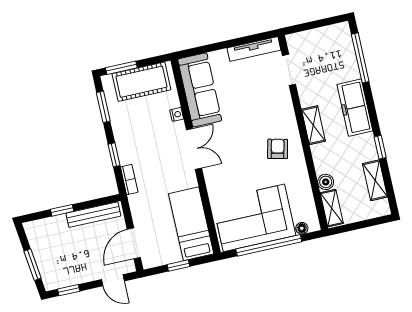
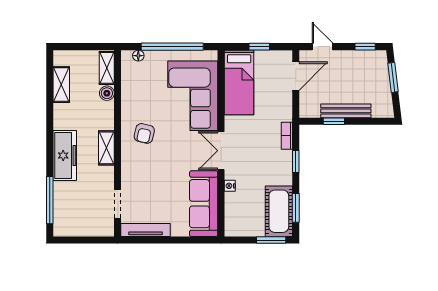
cot: (141, 82) -> (279, 211), moved, turned 90
window: (380, 147) -> (50, 114), removed
window: (62, 210) -> (334, 121), moved
bench: (93, 215) -> (346, 111), moved
corner sofa: (254, 218) -> (193, 96), moved, turned 90

